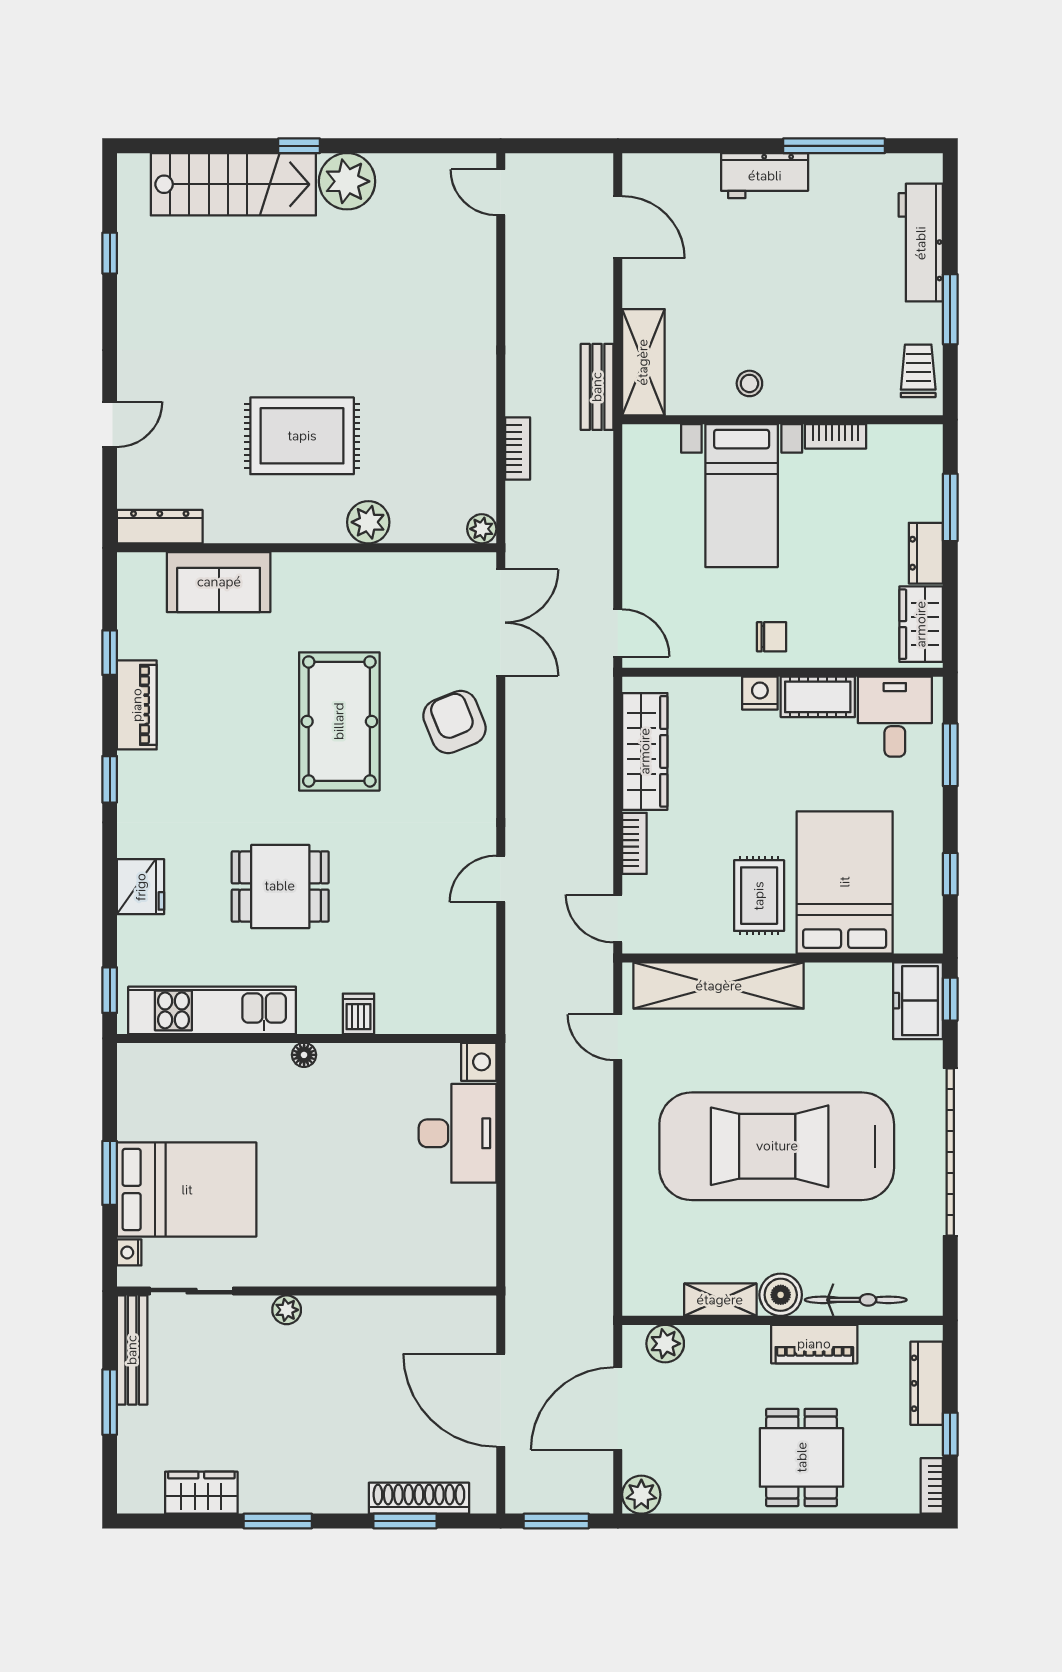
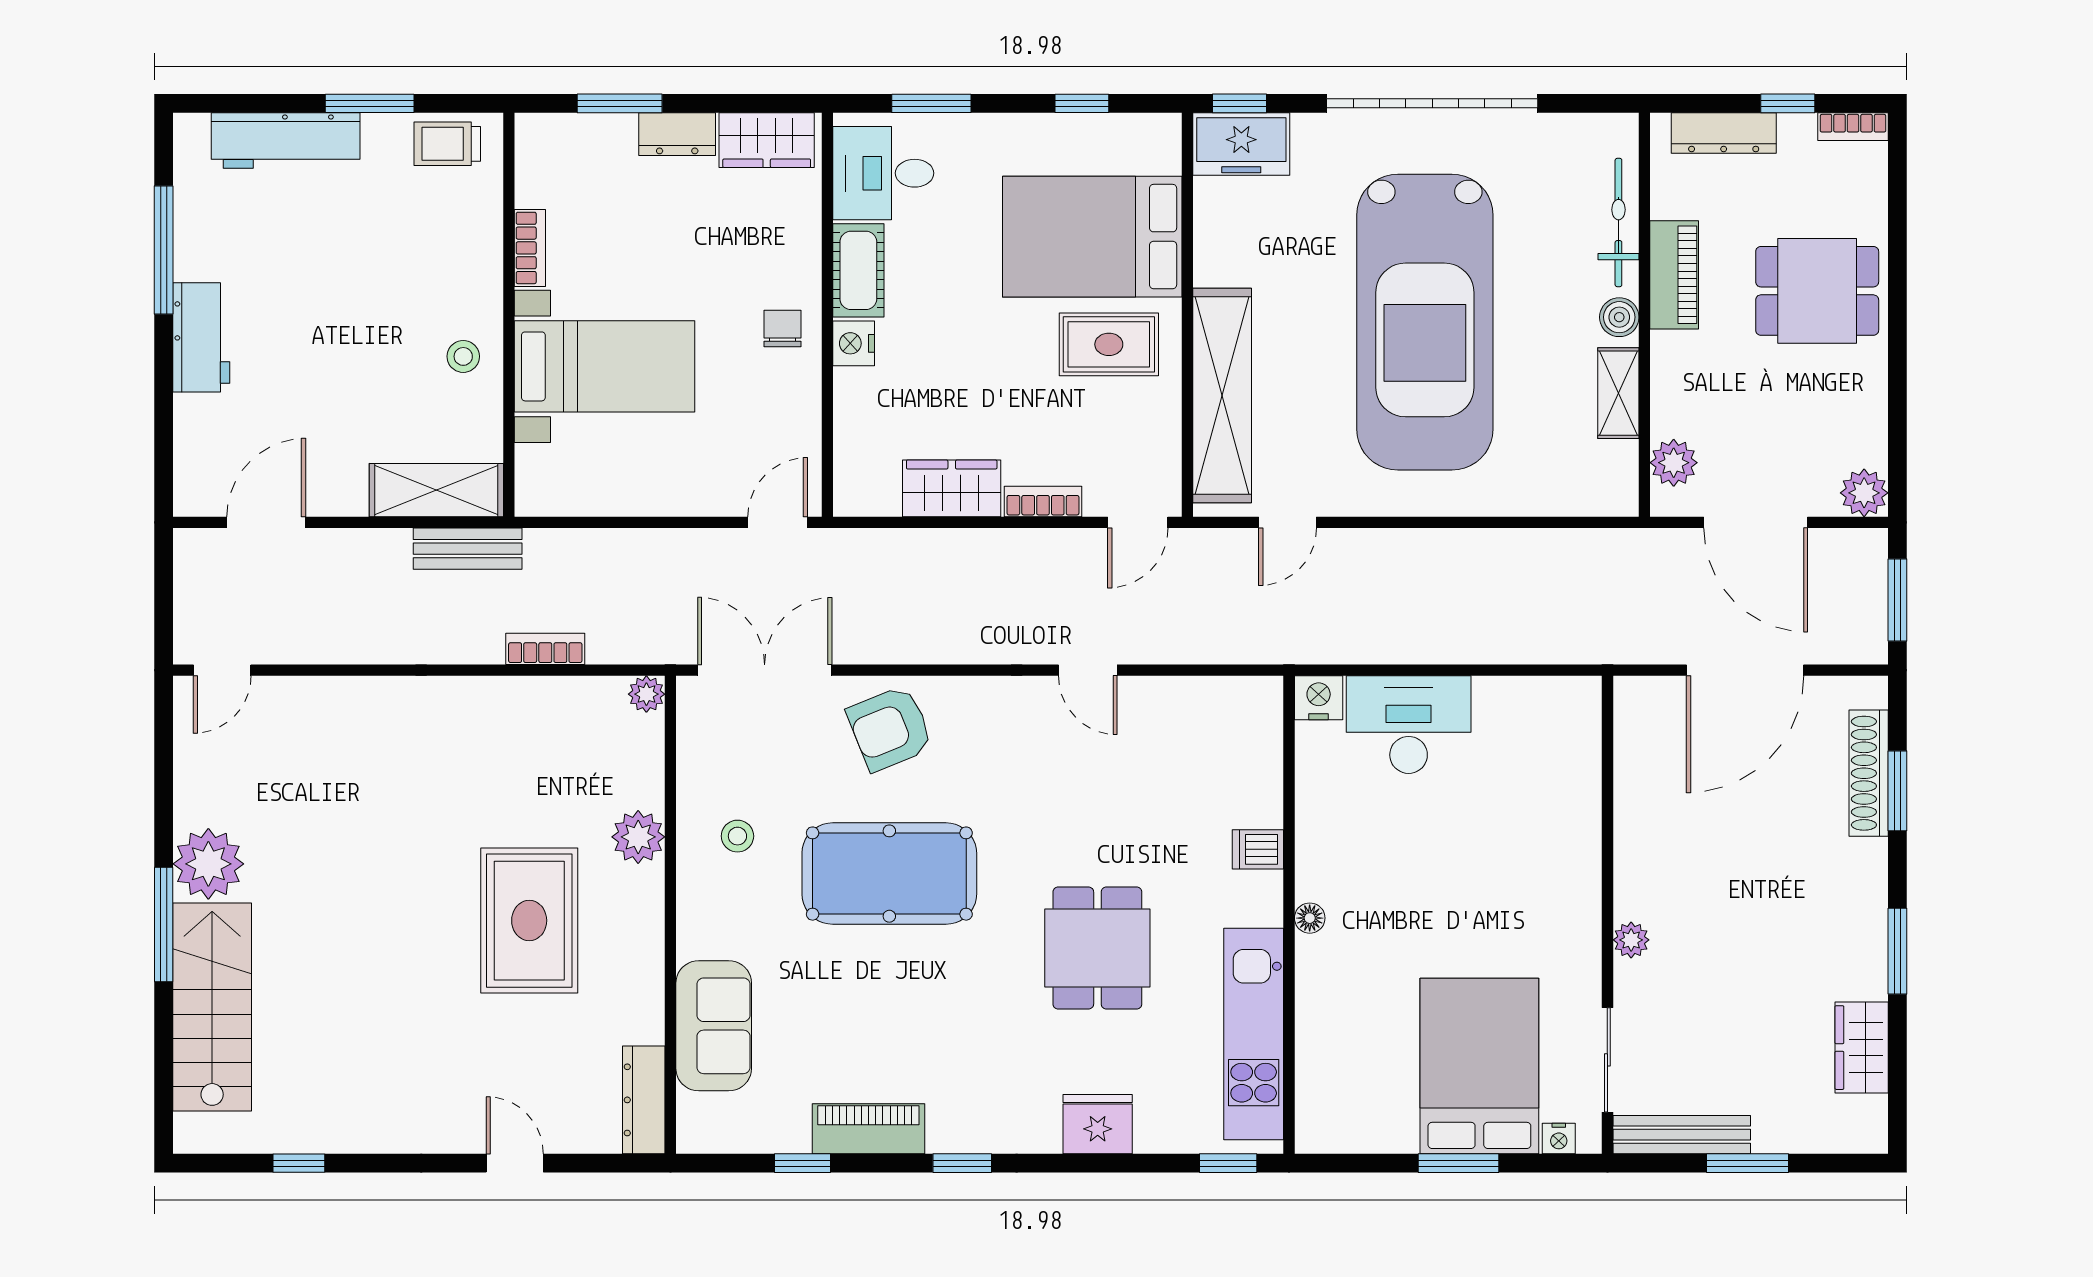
window: (299, 146) -> (164, 924), width x2.17
stool: (369, 601) -> (737, 836), added
wardrobe: (645, 751) -> (952, 488), width x0.67
boiler: (781, 1295) -> (1619, 317), width x0.73, depth x0.73

